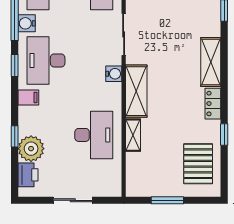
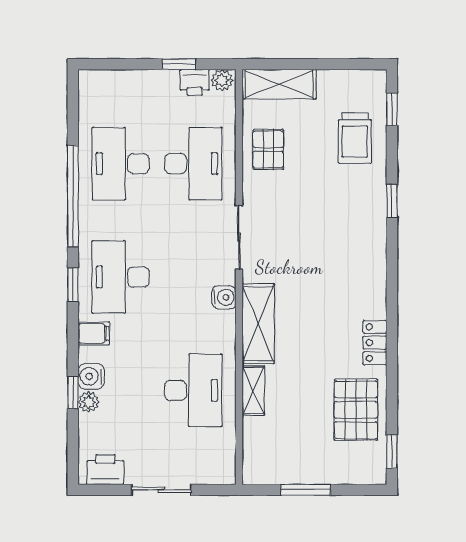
water cooler: (27, 23) -> (91, 376), moved
shelving: (211, 62) -> (372, 279), removed
window: (224, 135) -> (392, 451), moved
plant: (31, 149) -> (89, 402), width x0.53, depth x0.53
pallet: (198, 164) -> (356, 410), moved
printer: (28, 175) -> (105, 470), moved, turned -90

